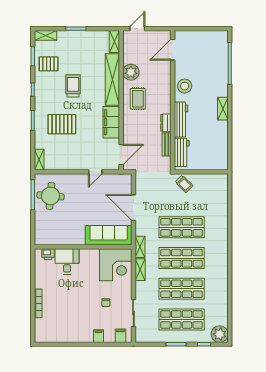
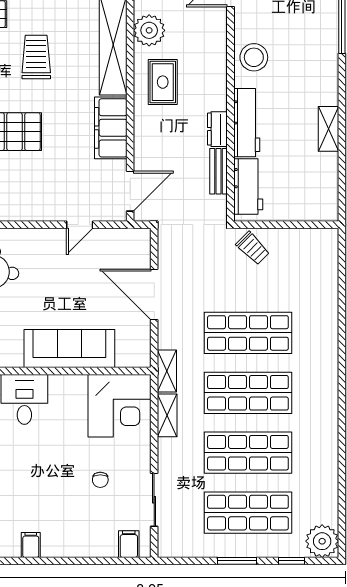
shelving: (223, 109) -> (328, 129), moved
sofa: (109, 235) -> (69, 349), moved
filing cabinet: (98, 336) -> (31, 545), moved

